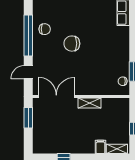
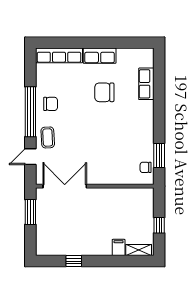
chair: (72, 44) -> (104, 92), moved
coffee table: (42, 57) -> (48, 137), added
shelving: (89, 103) -> (105, 194), removed

